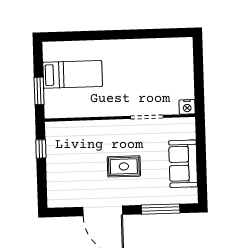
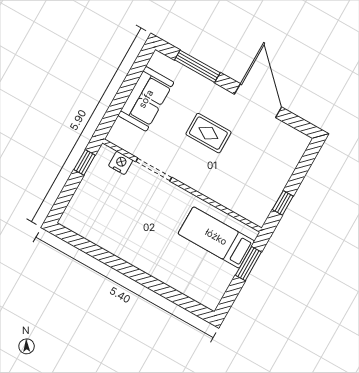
bed: (73, 74) -> (216, 237), moved
window: (199, 92) -> (85, 162), added
nightstand: (187, 107) -> (121, 163), moved

